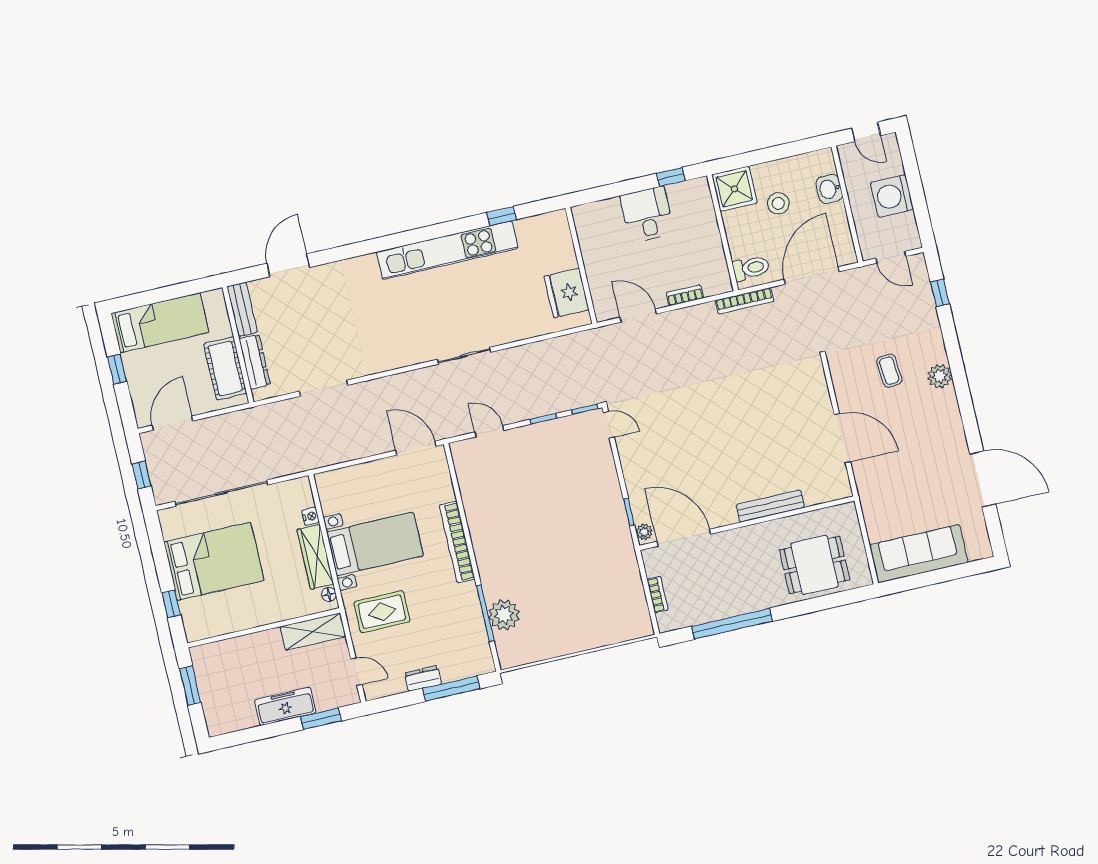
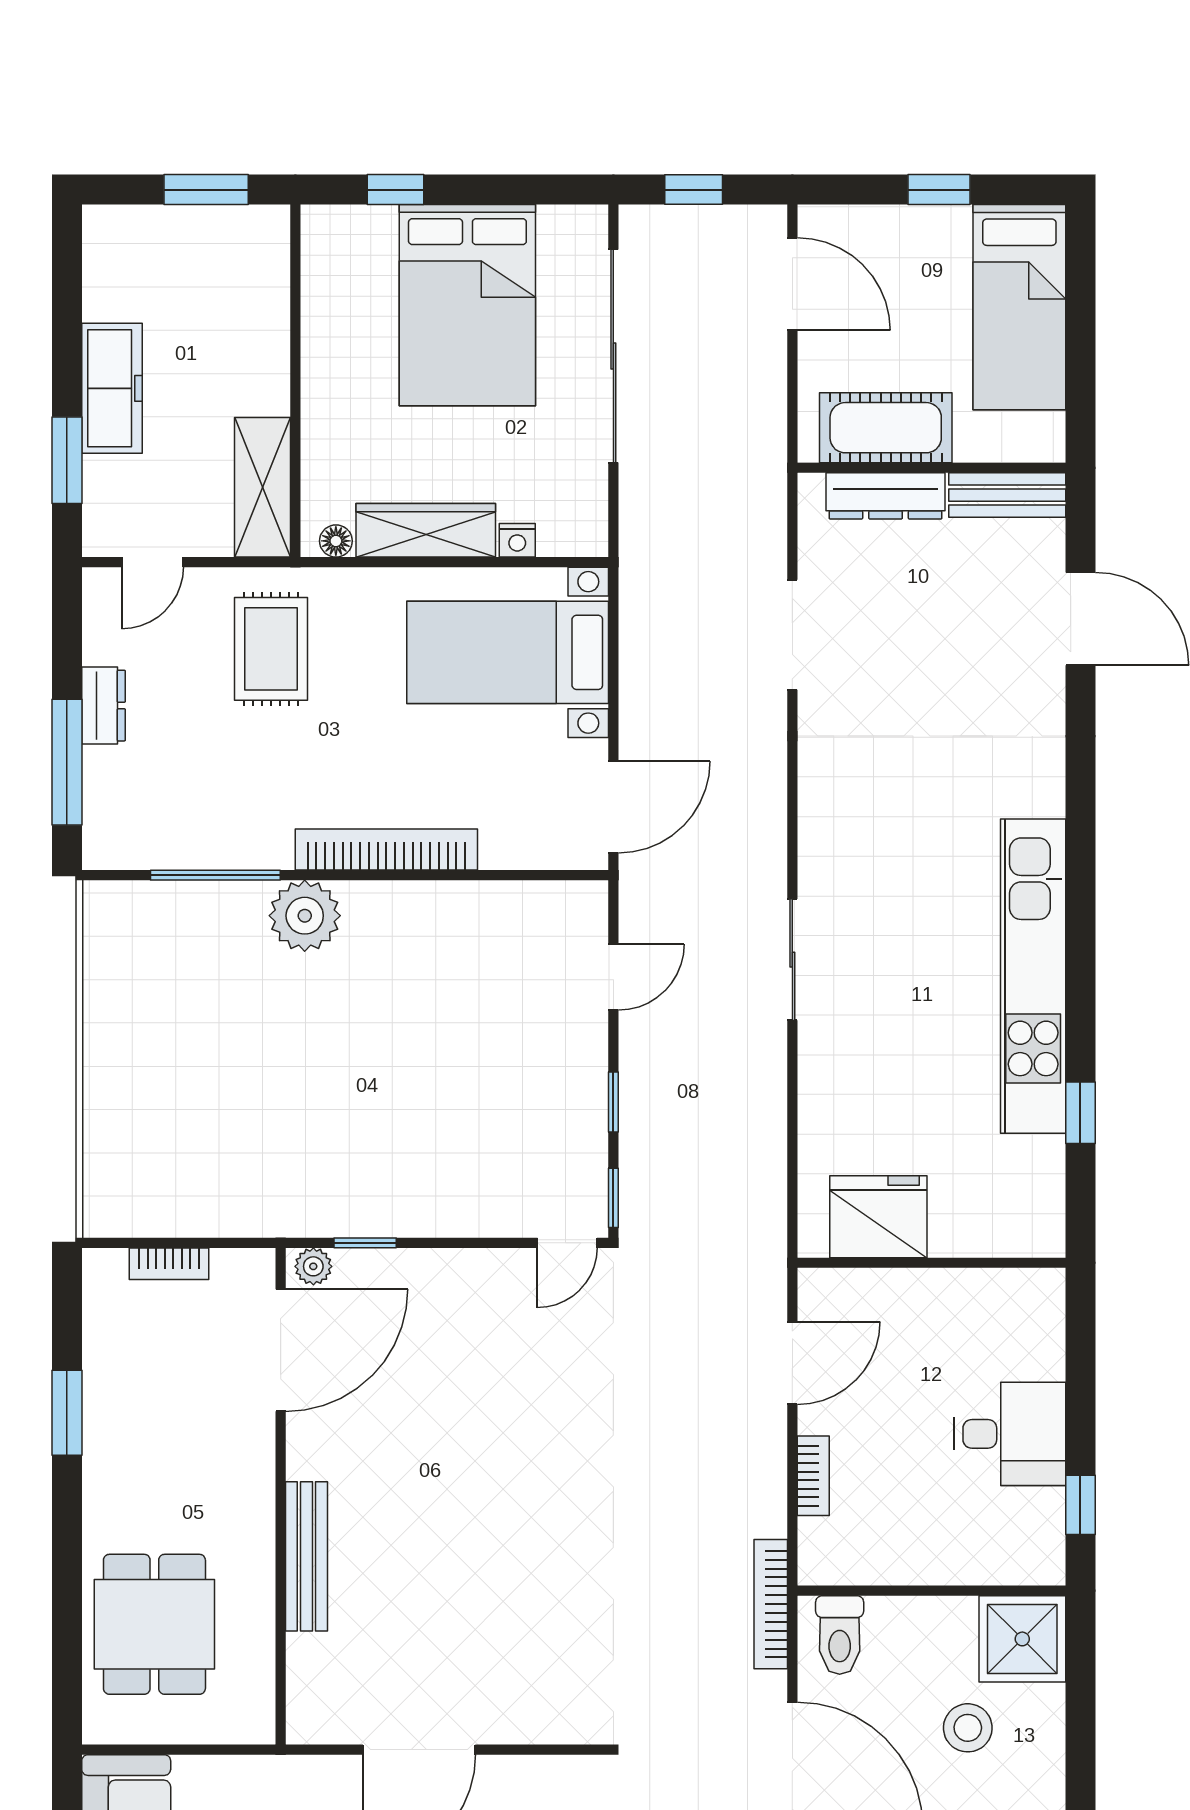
bed with nightstands: (375, 544) -> (508, 652), moved, turned 90
plant: (504, 615) -> (305, 916), moved
window: (732, 624) -> (67, 1413), width x0.47

